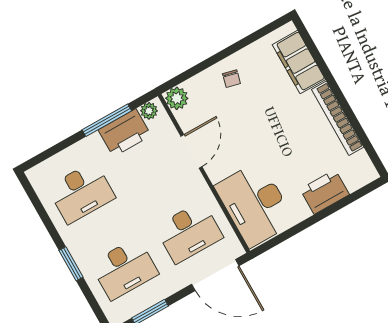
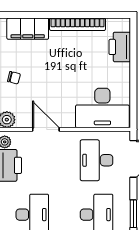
printer: (325, 192) -> (120, 47), moved
desk: (189, 232) -> (97, 160), turned 180

